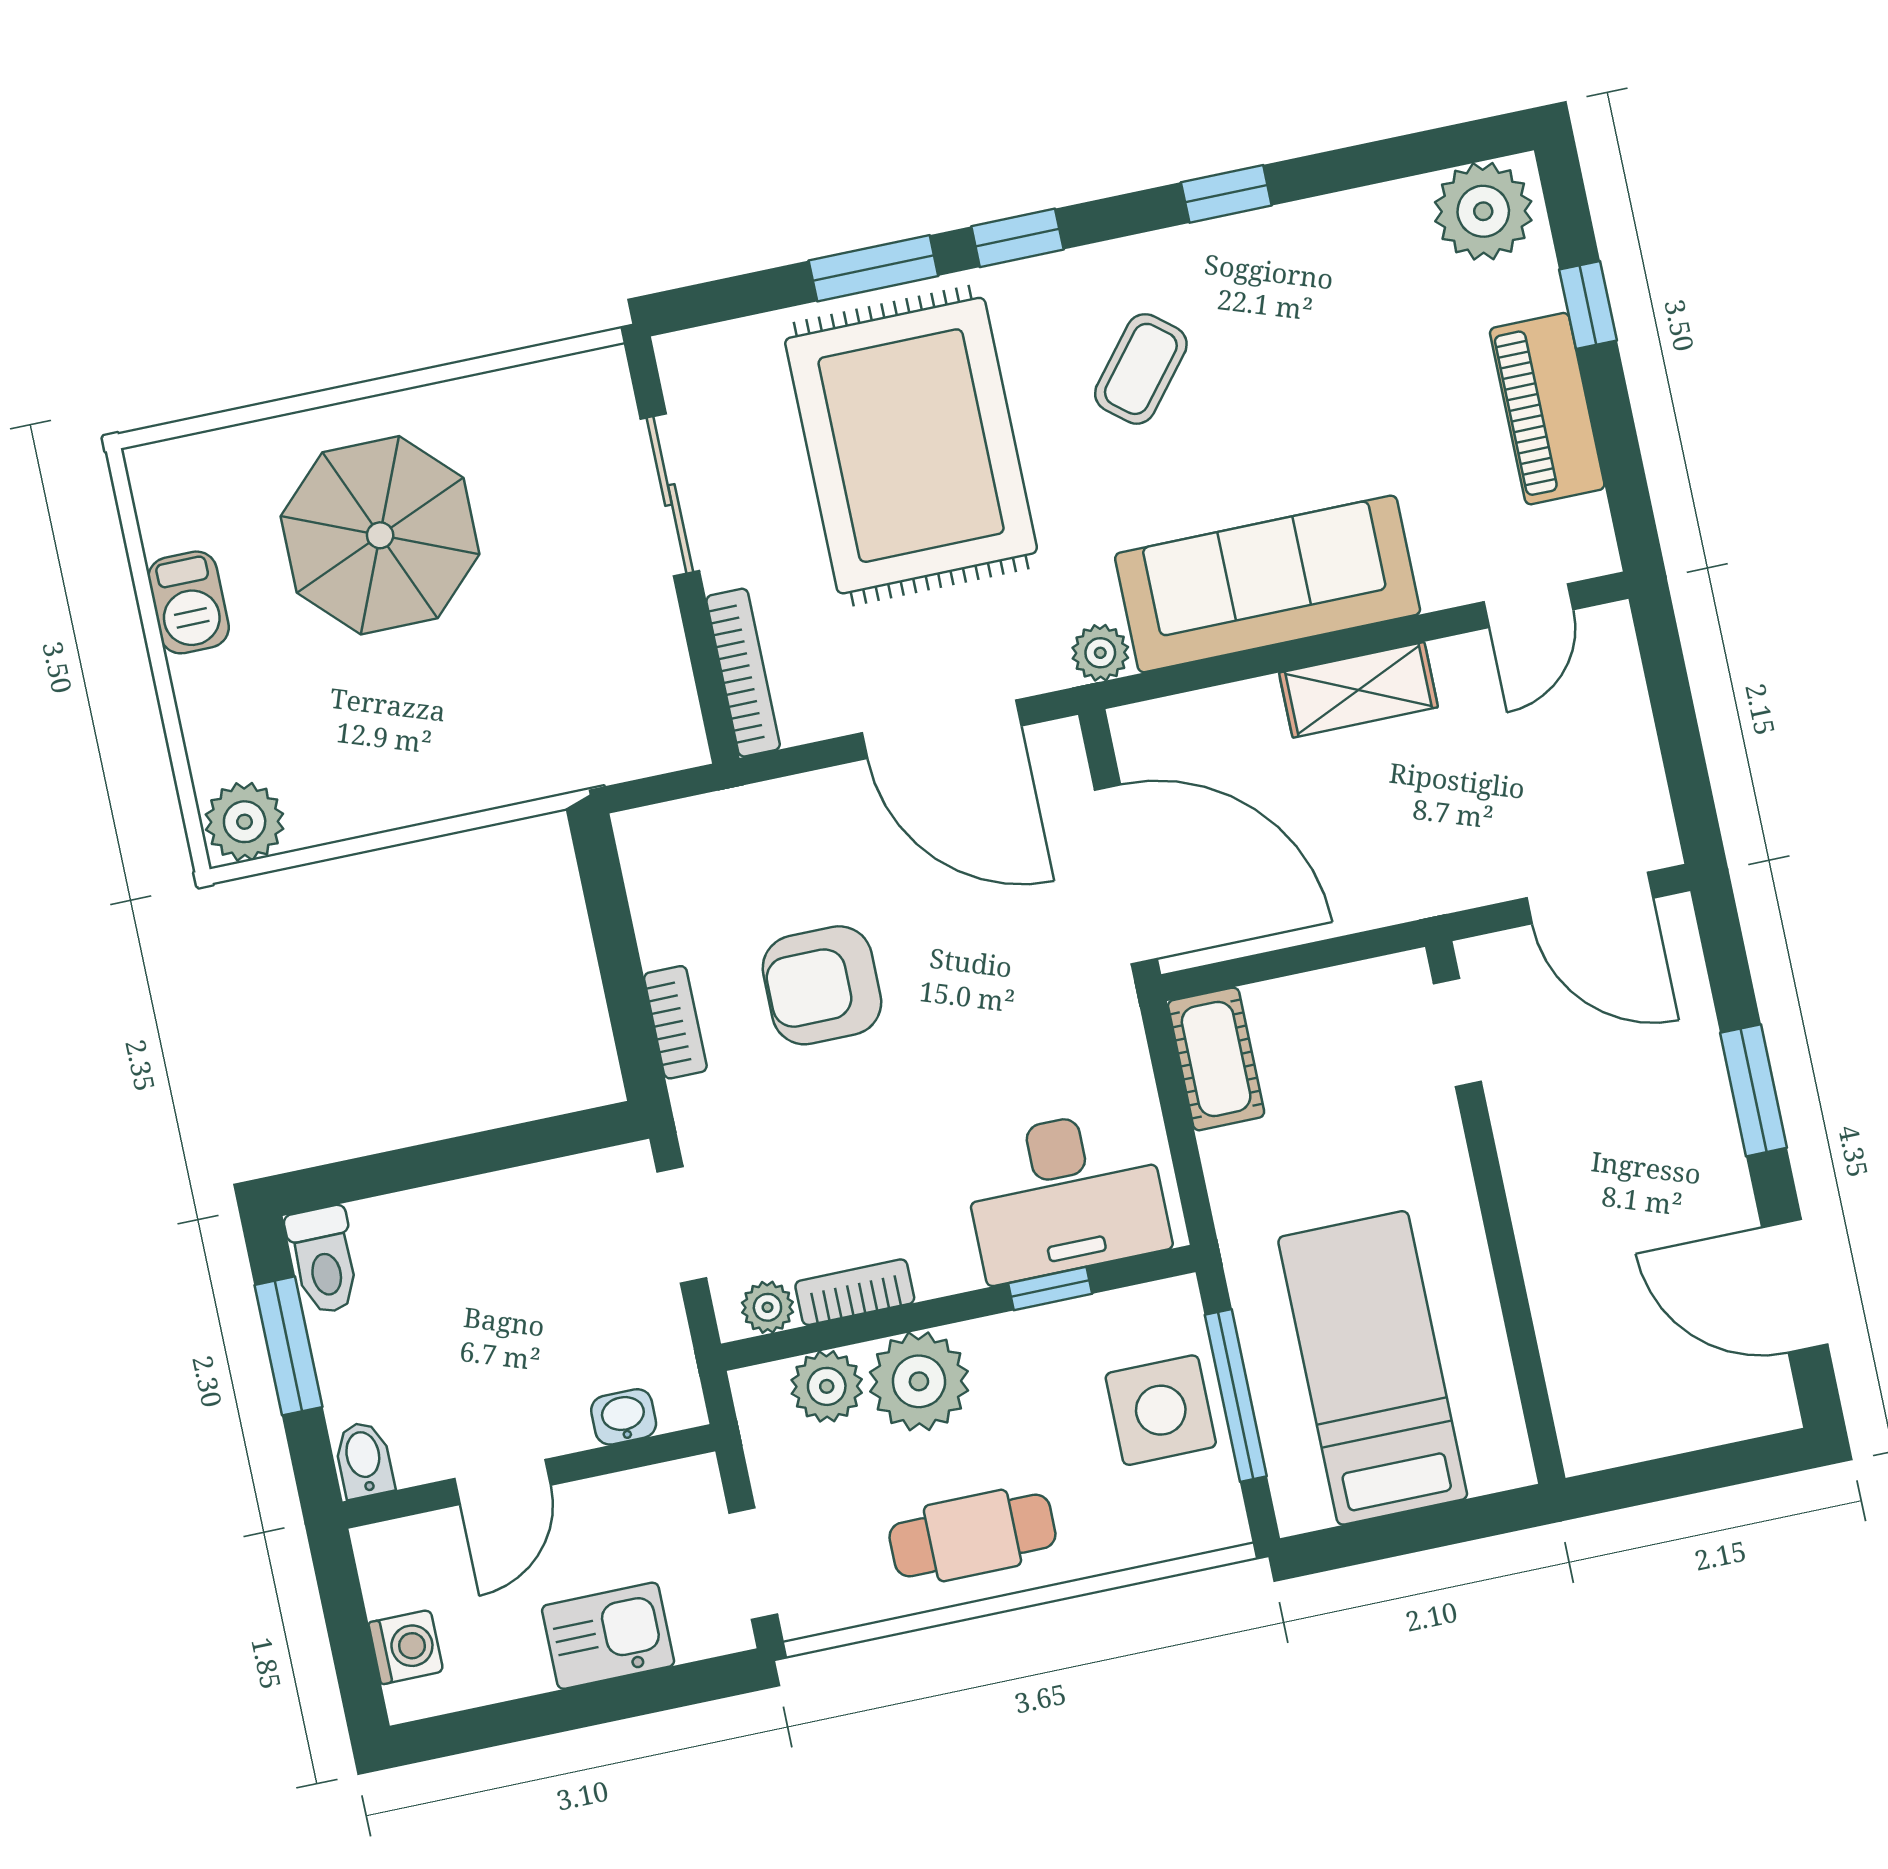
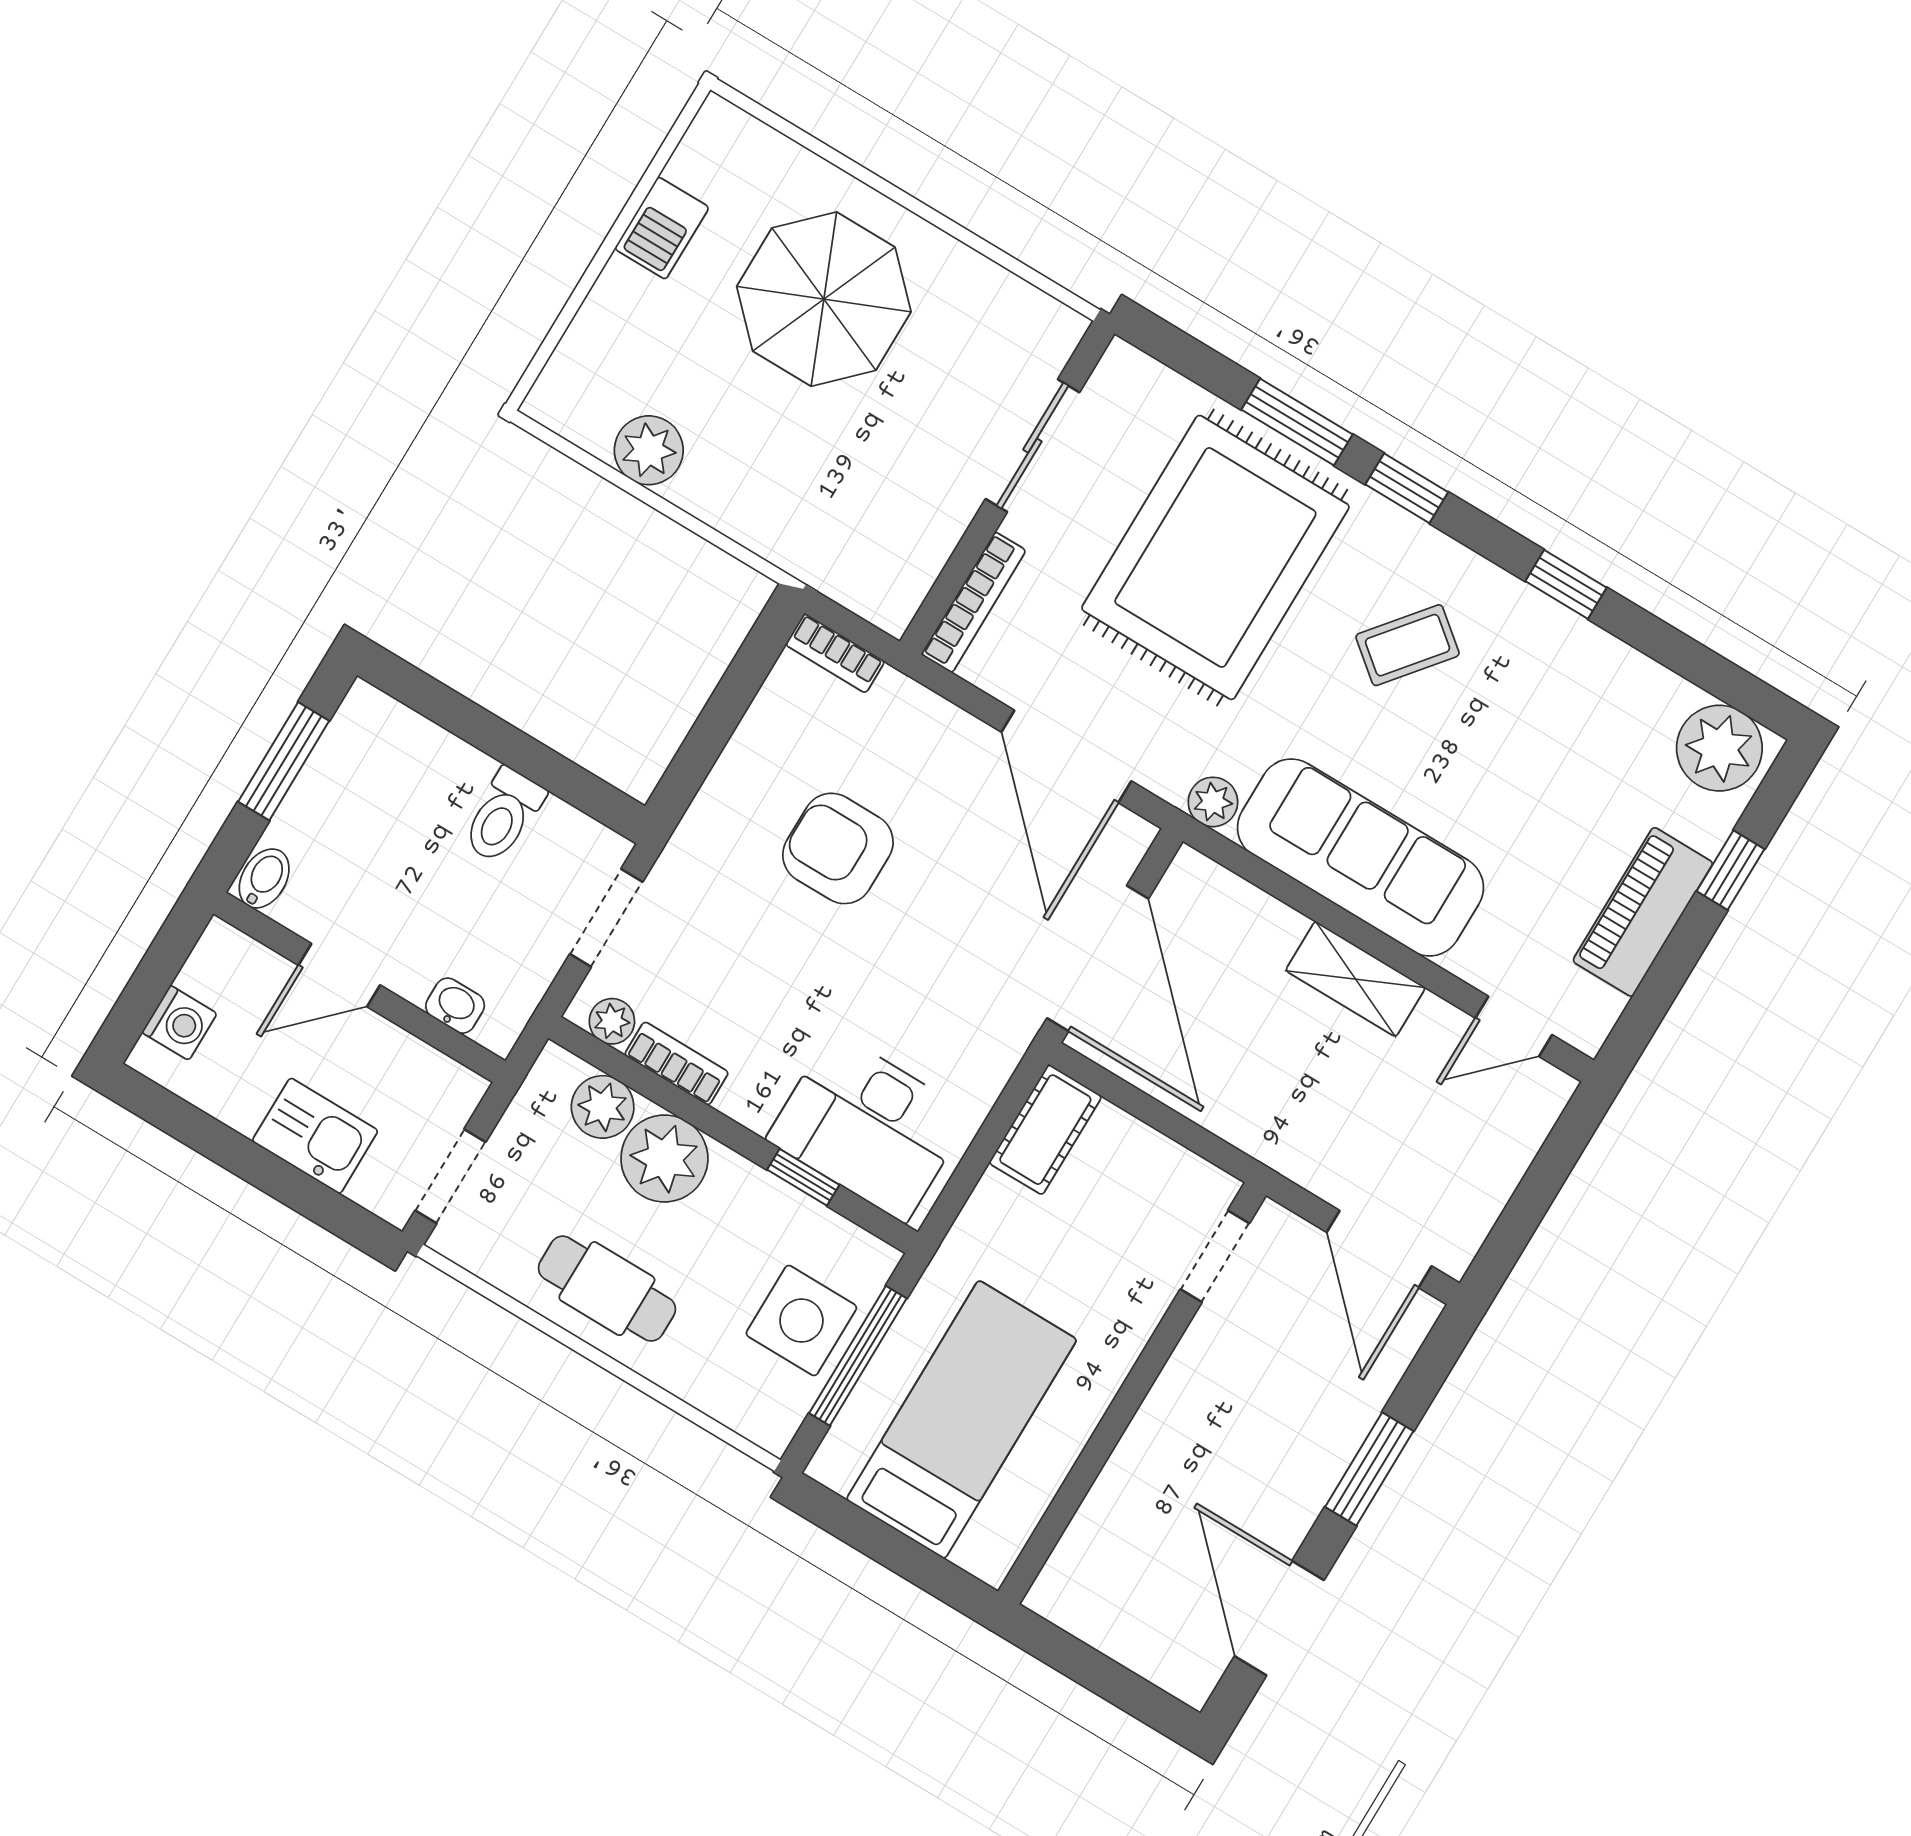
plant: (245, 822) -> (649, 450), moved
bookcase: (675, 1022) -> (835, 653), moved, turned 90
toilet: (324, 1260) -> (503, 816), moved

